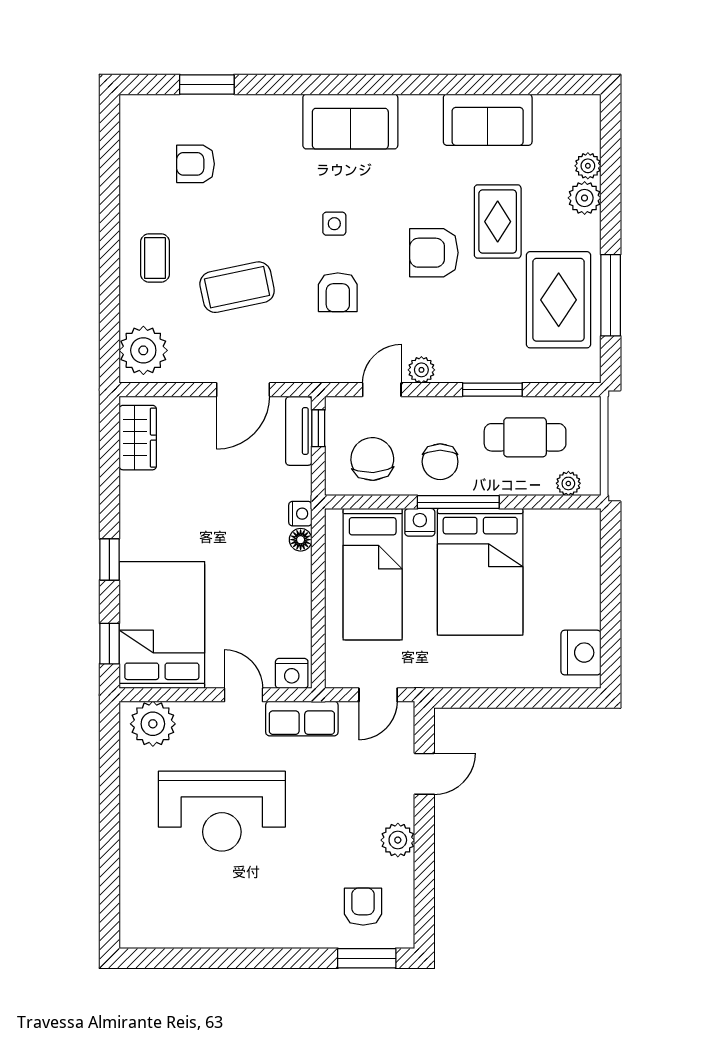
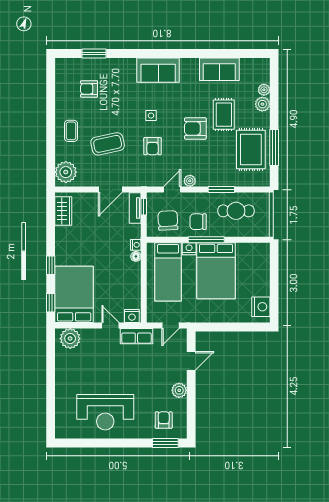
chair: (440, 462) -> (198, 222), turned 90
plant: (568, 483) -> (255, 231), removed
reception desk: (222, 811) -> (105, 412), moved

